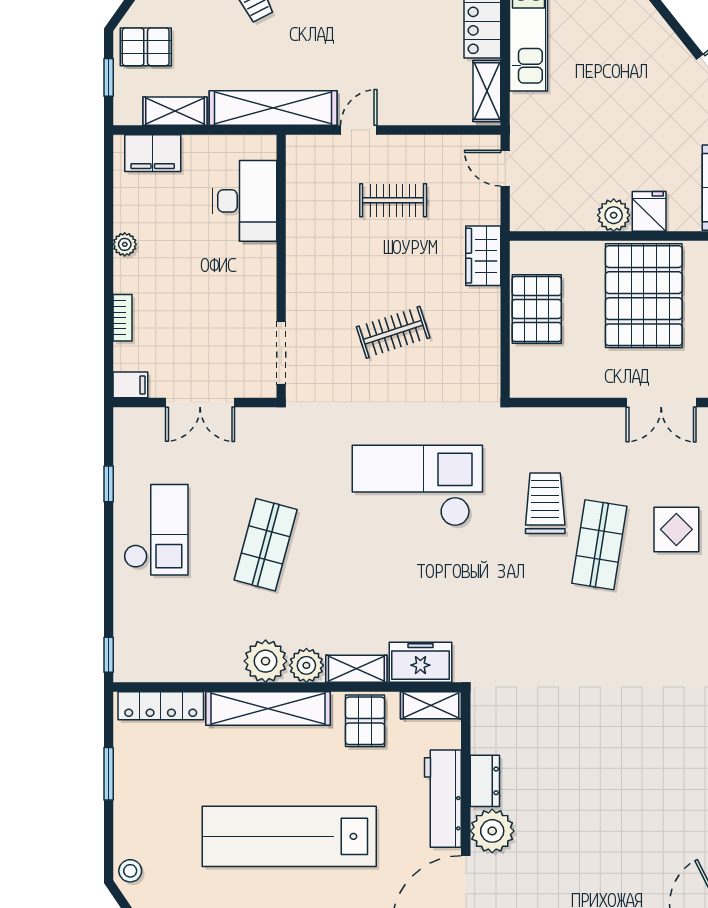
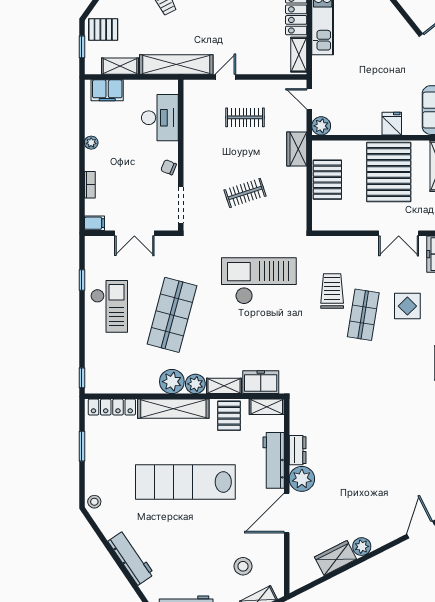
plant: (614, 215) -> (321, 126), moved
chair: (260, 287) -> (169, 167), added
shop shelf: (266, 545) -> (172, 315), width x1.43, depth x1.36

